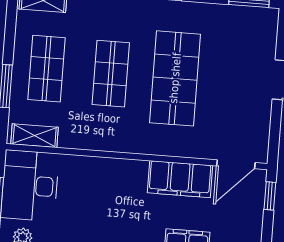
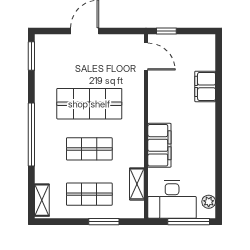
shelving: (35, 136) -> (137, 184), moved
filing cabinet: (180, 179) -> (159, 145), moved

